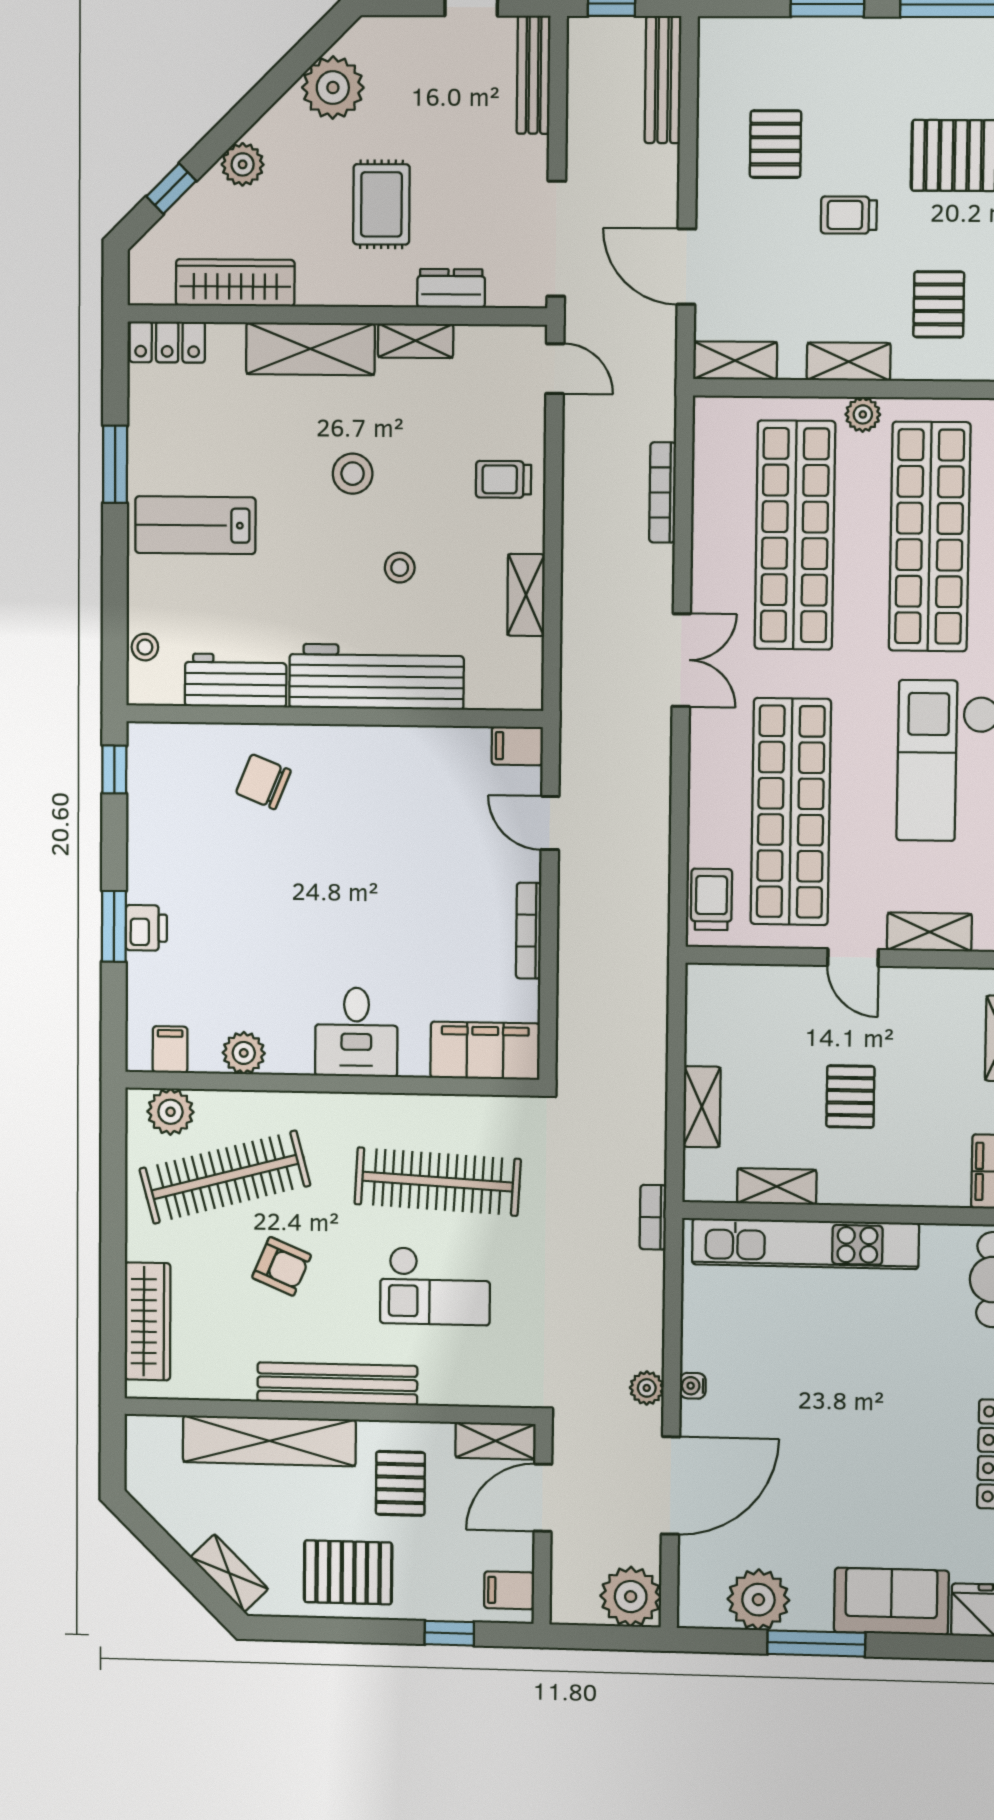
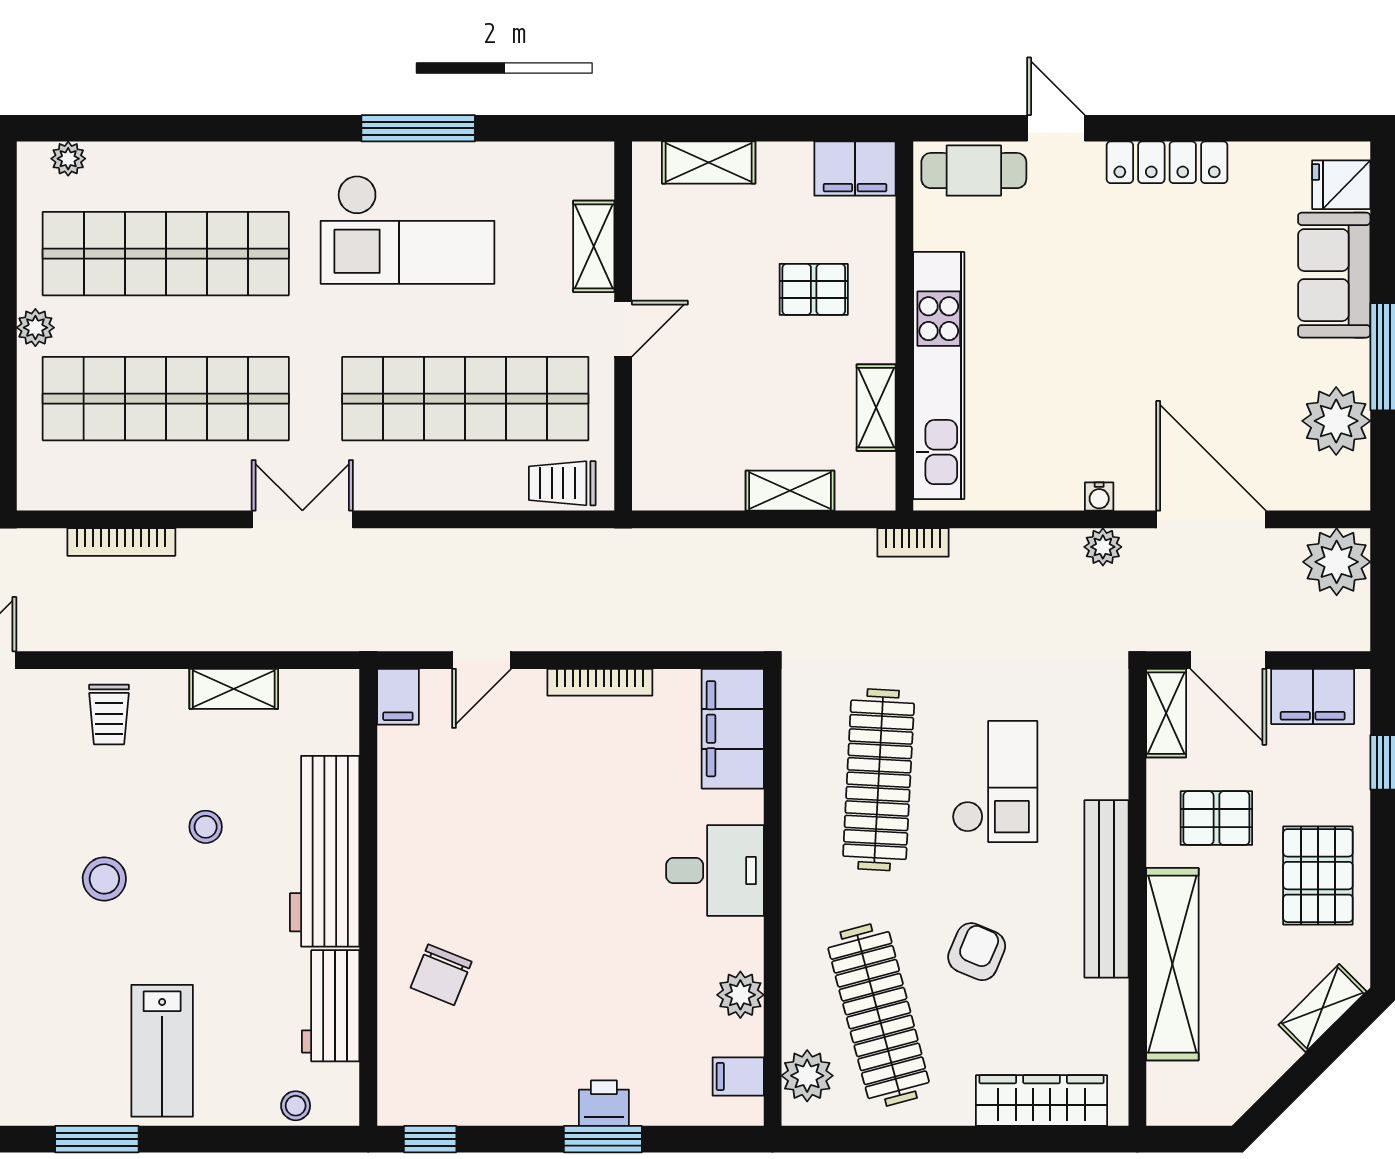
pallet: (850, 1097) -> (814, 289), moved
filing cabinet: (509, 1590) -> (1313, 696), width x2.00

